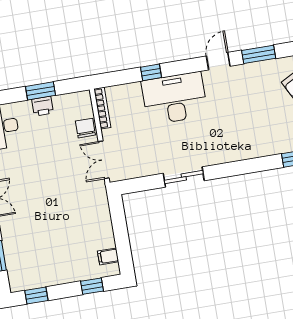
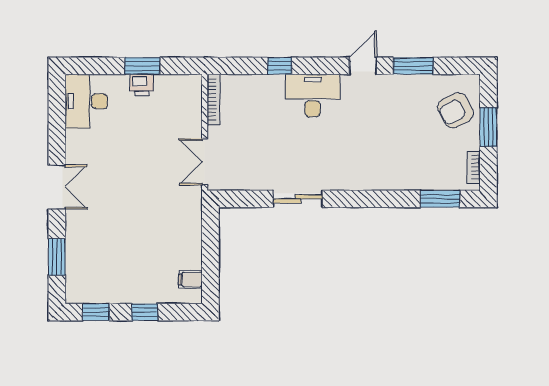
desk: (174, 98) -> (313, 96), width x0.73, depth x0.77
chair: (85, 128) -> (189, 120), removed
window: (92, 286) -> (145, 312), moved

